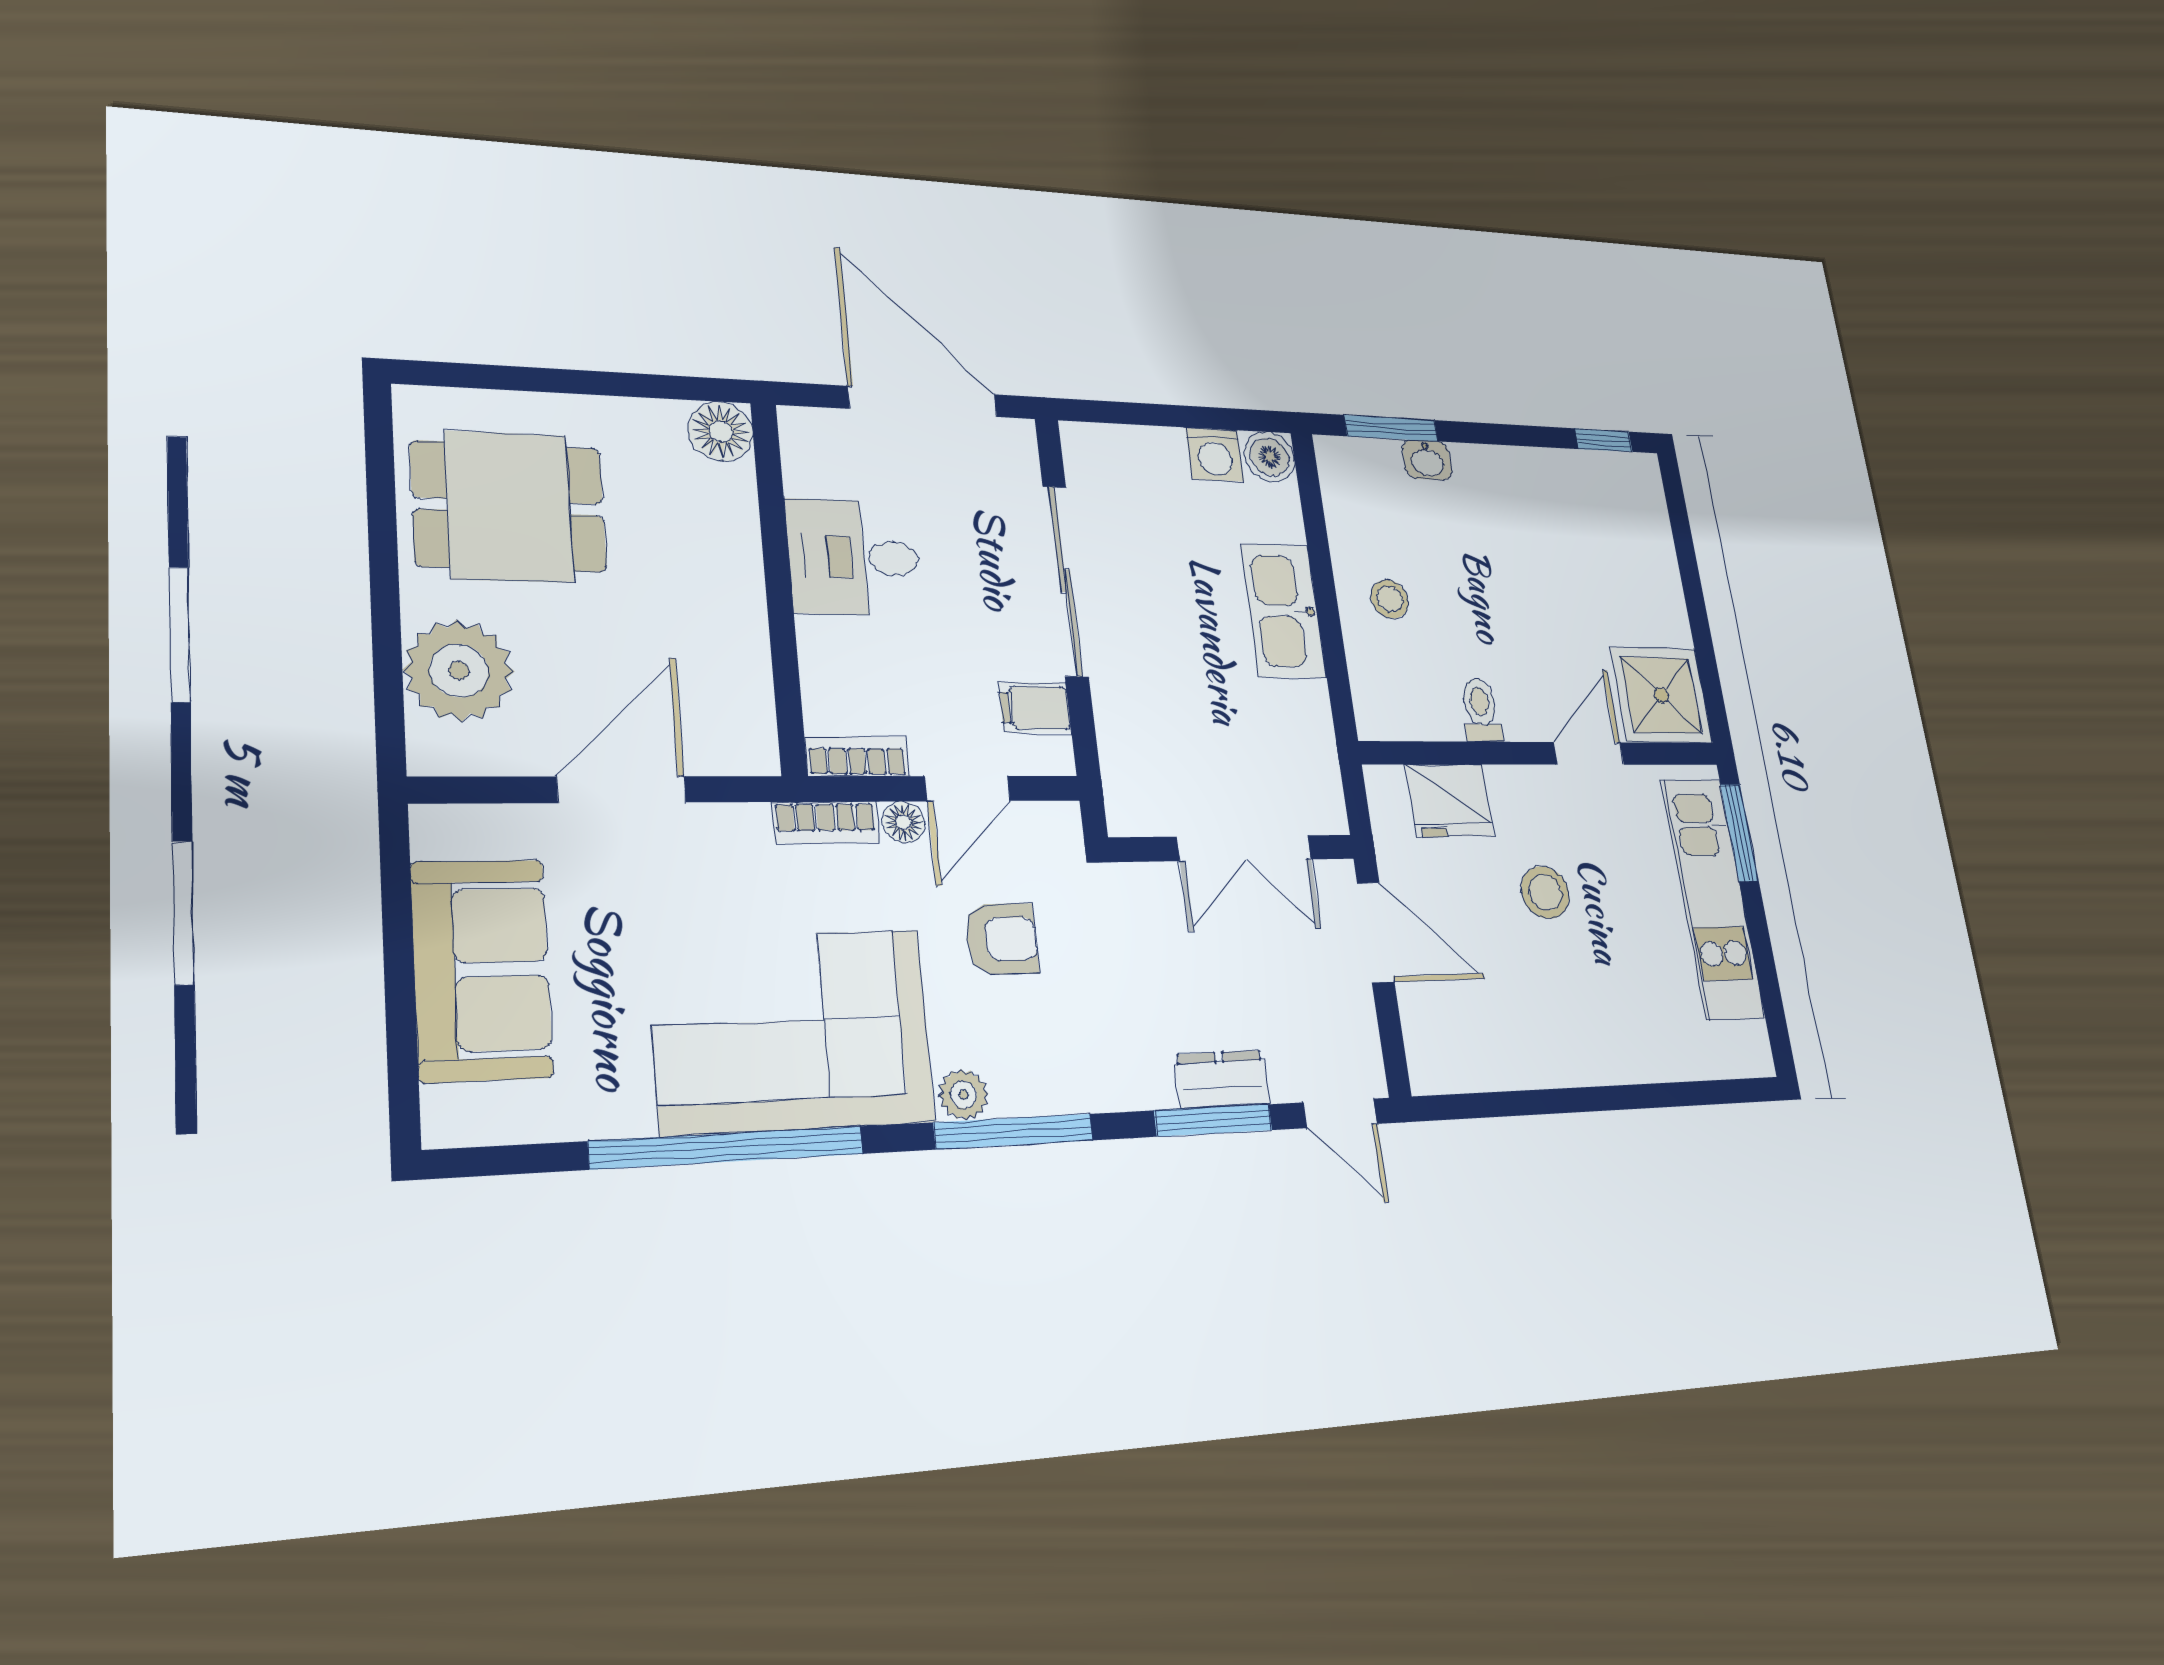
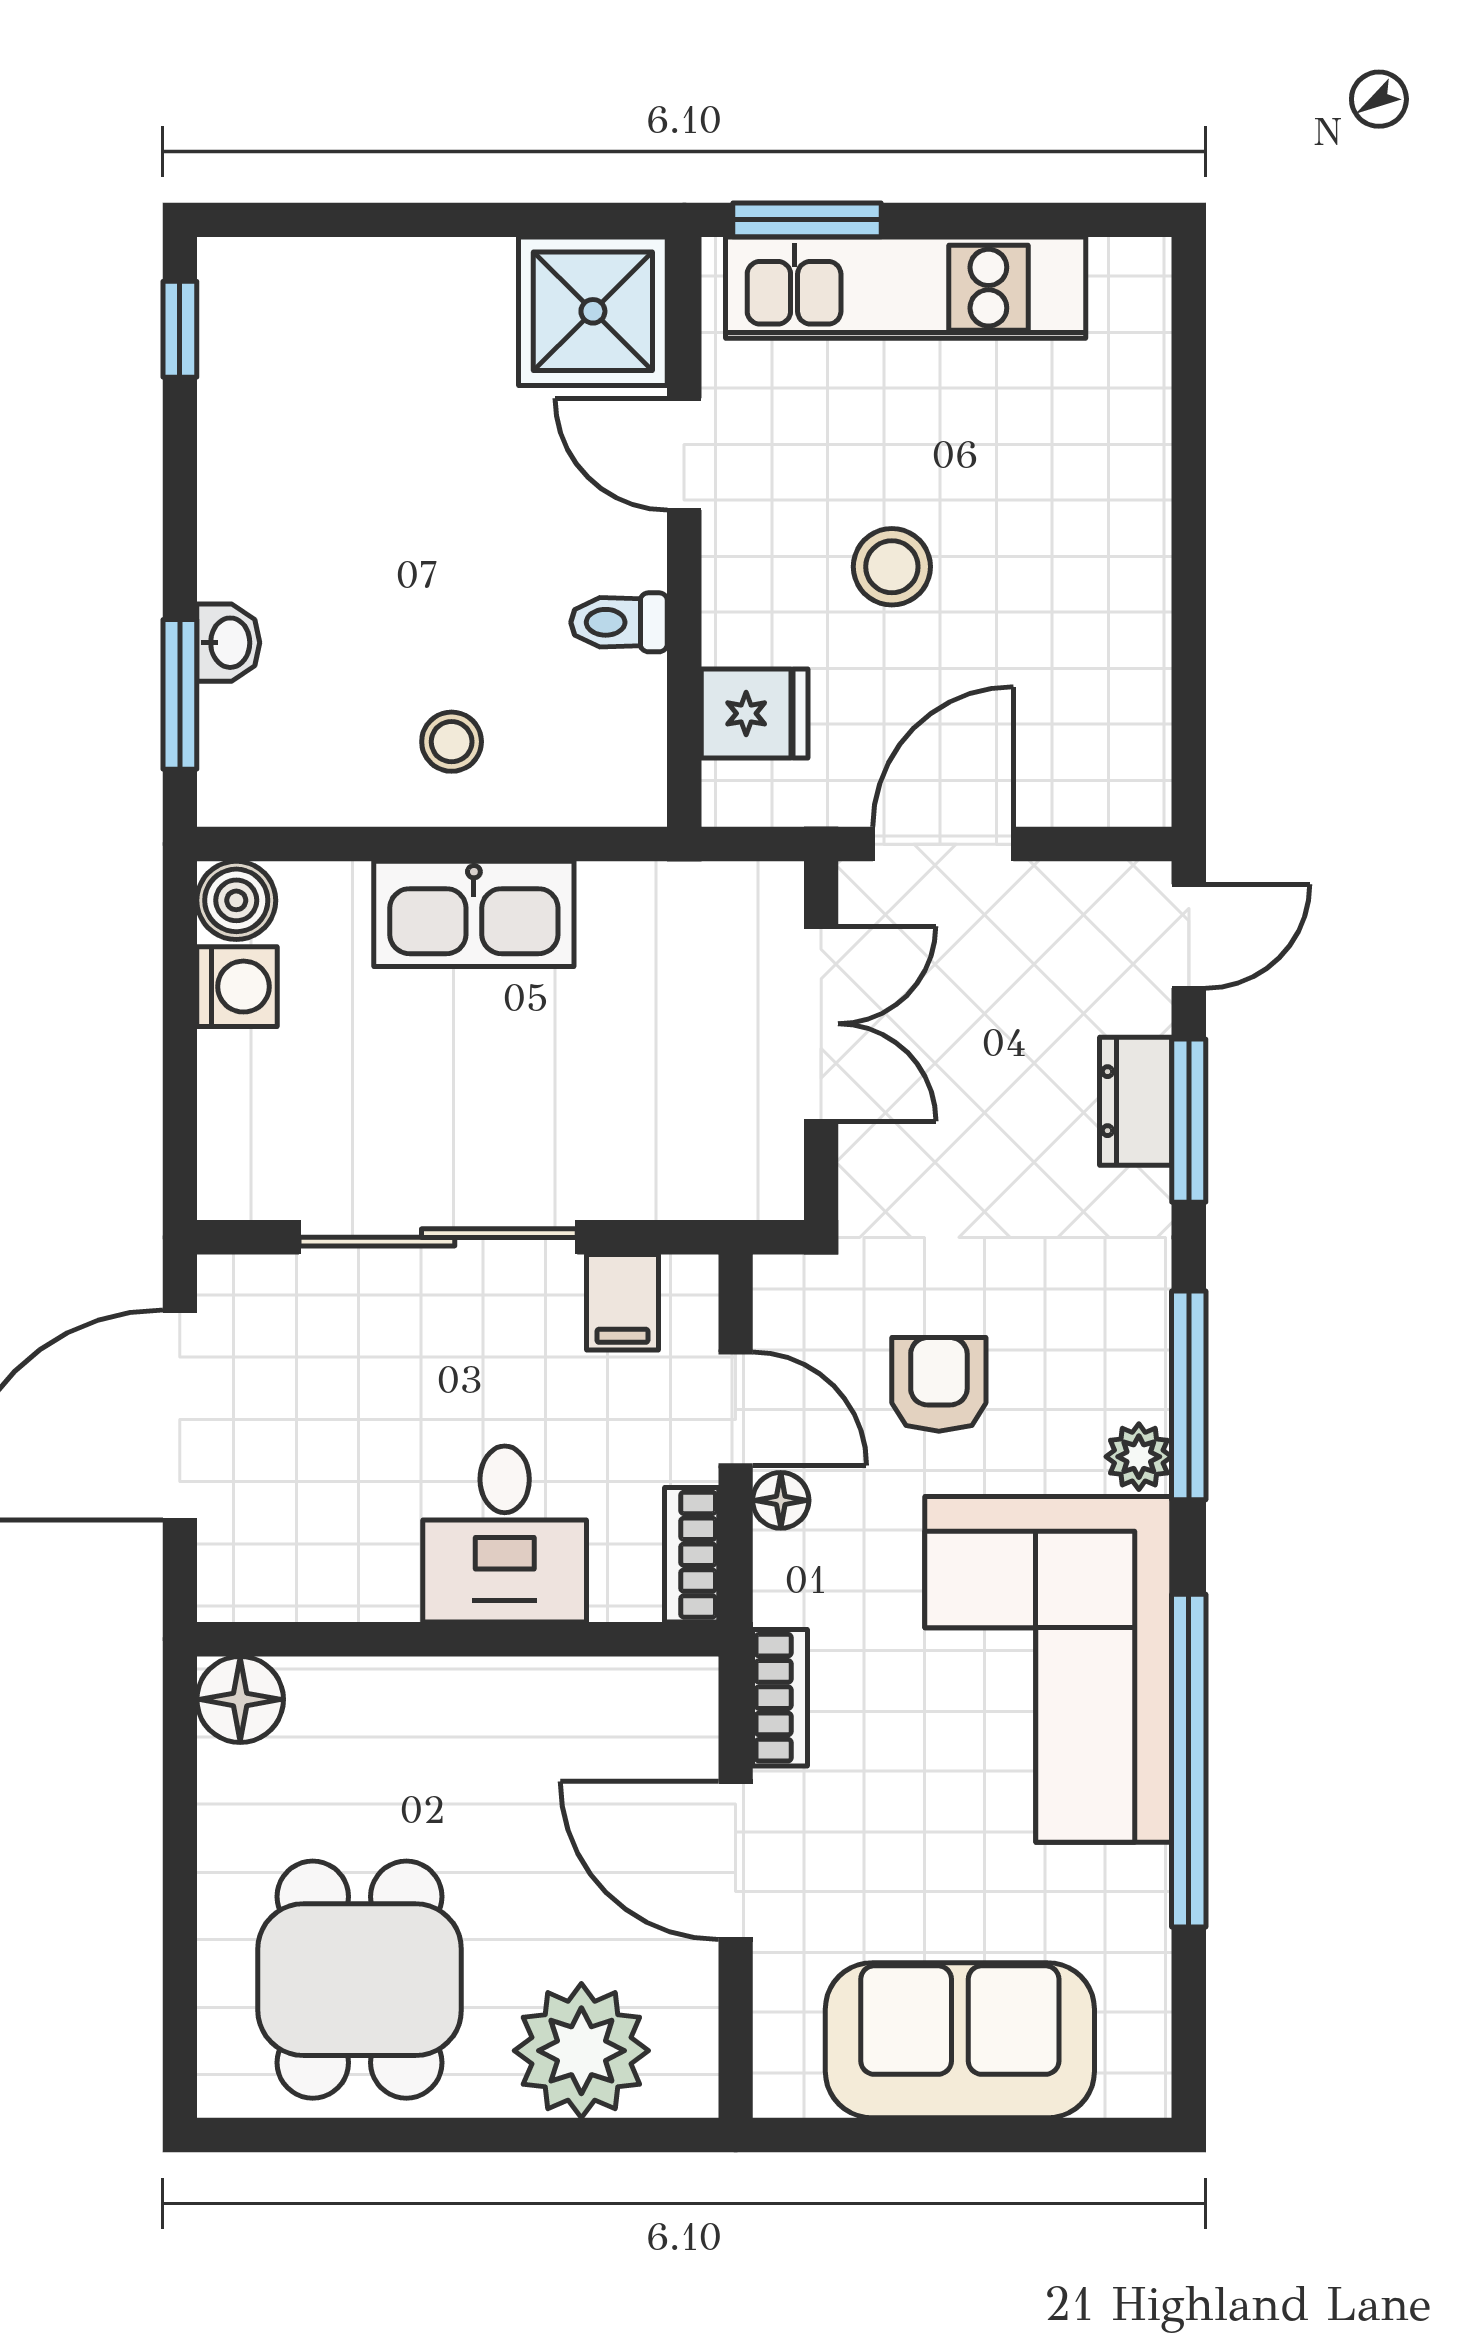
desk: (854, 557) -> (505, 1534), moved
fridge: (1450, 800) -> (755, 713), width x0.72
bookcase: (826, 822) -> (780, 1698), moved

